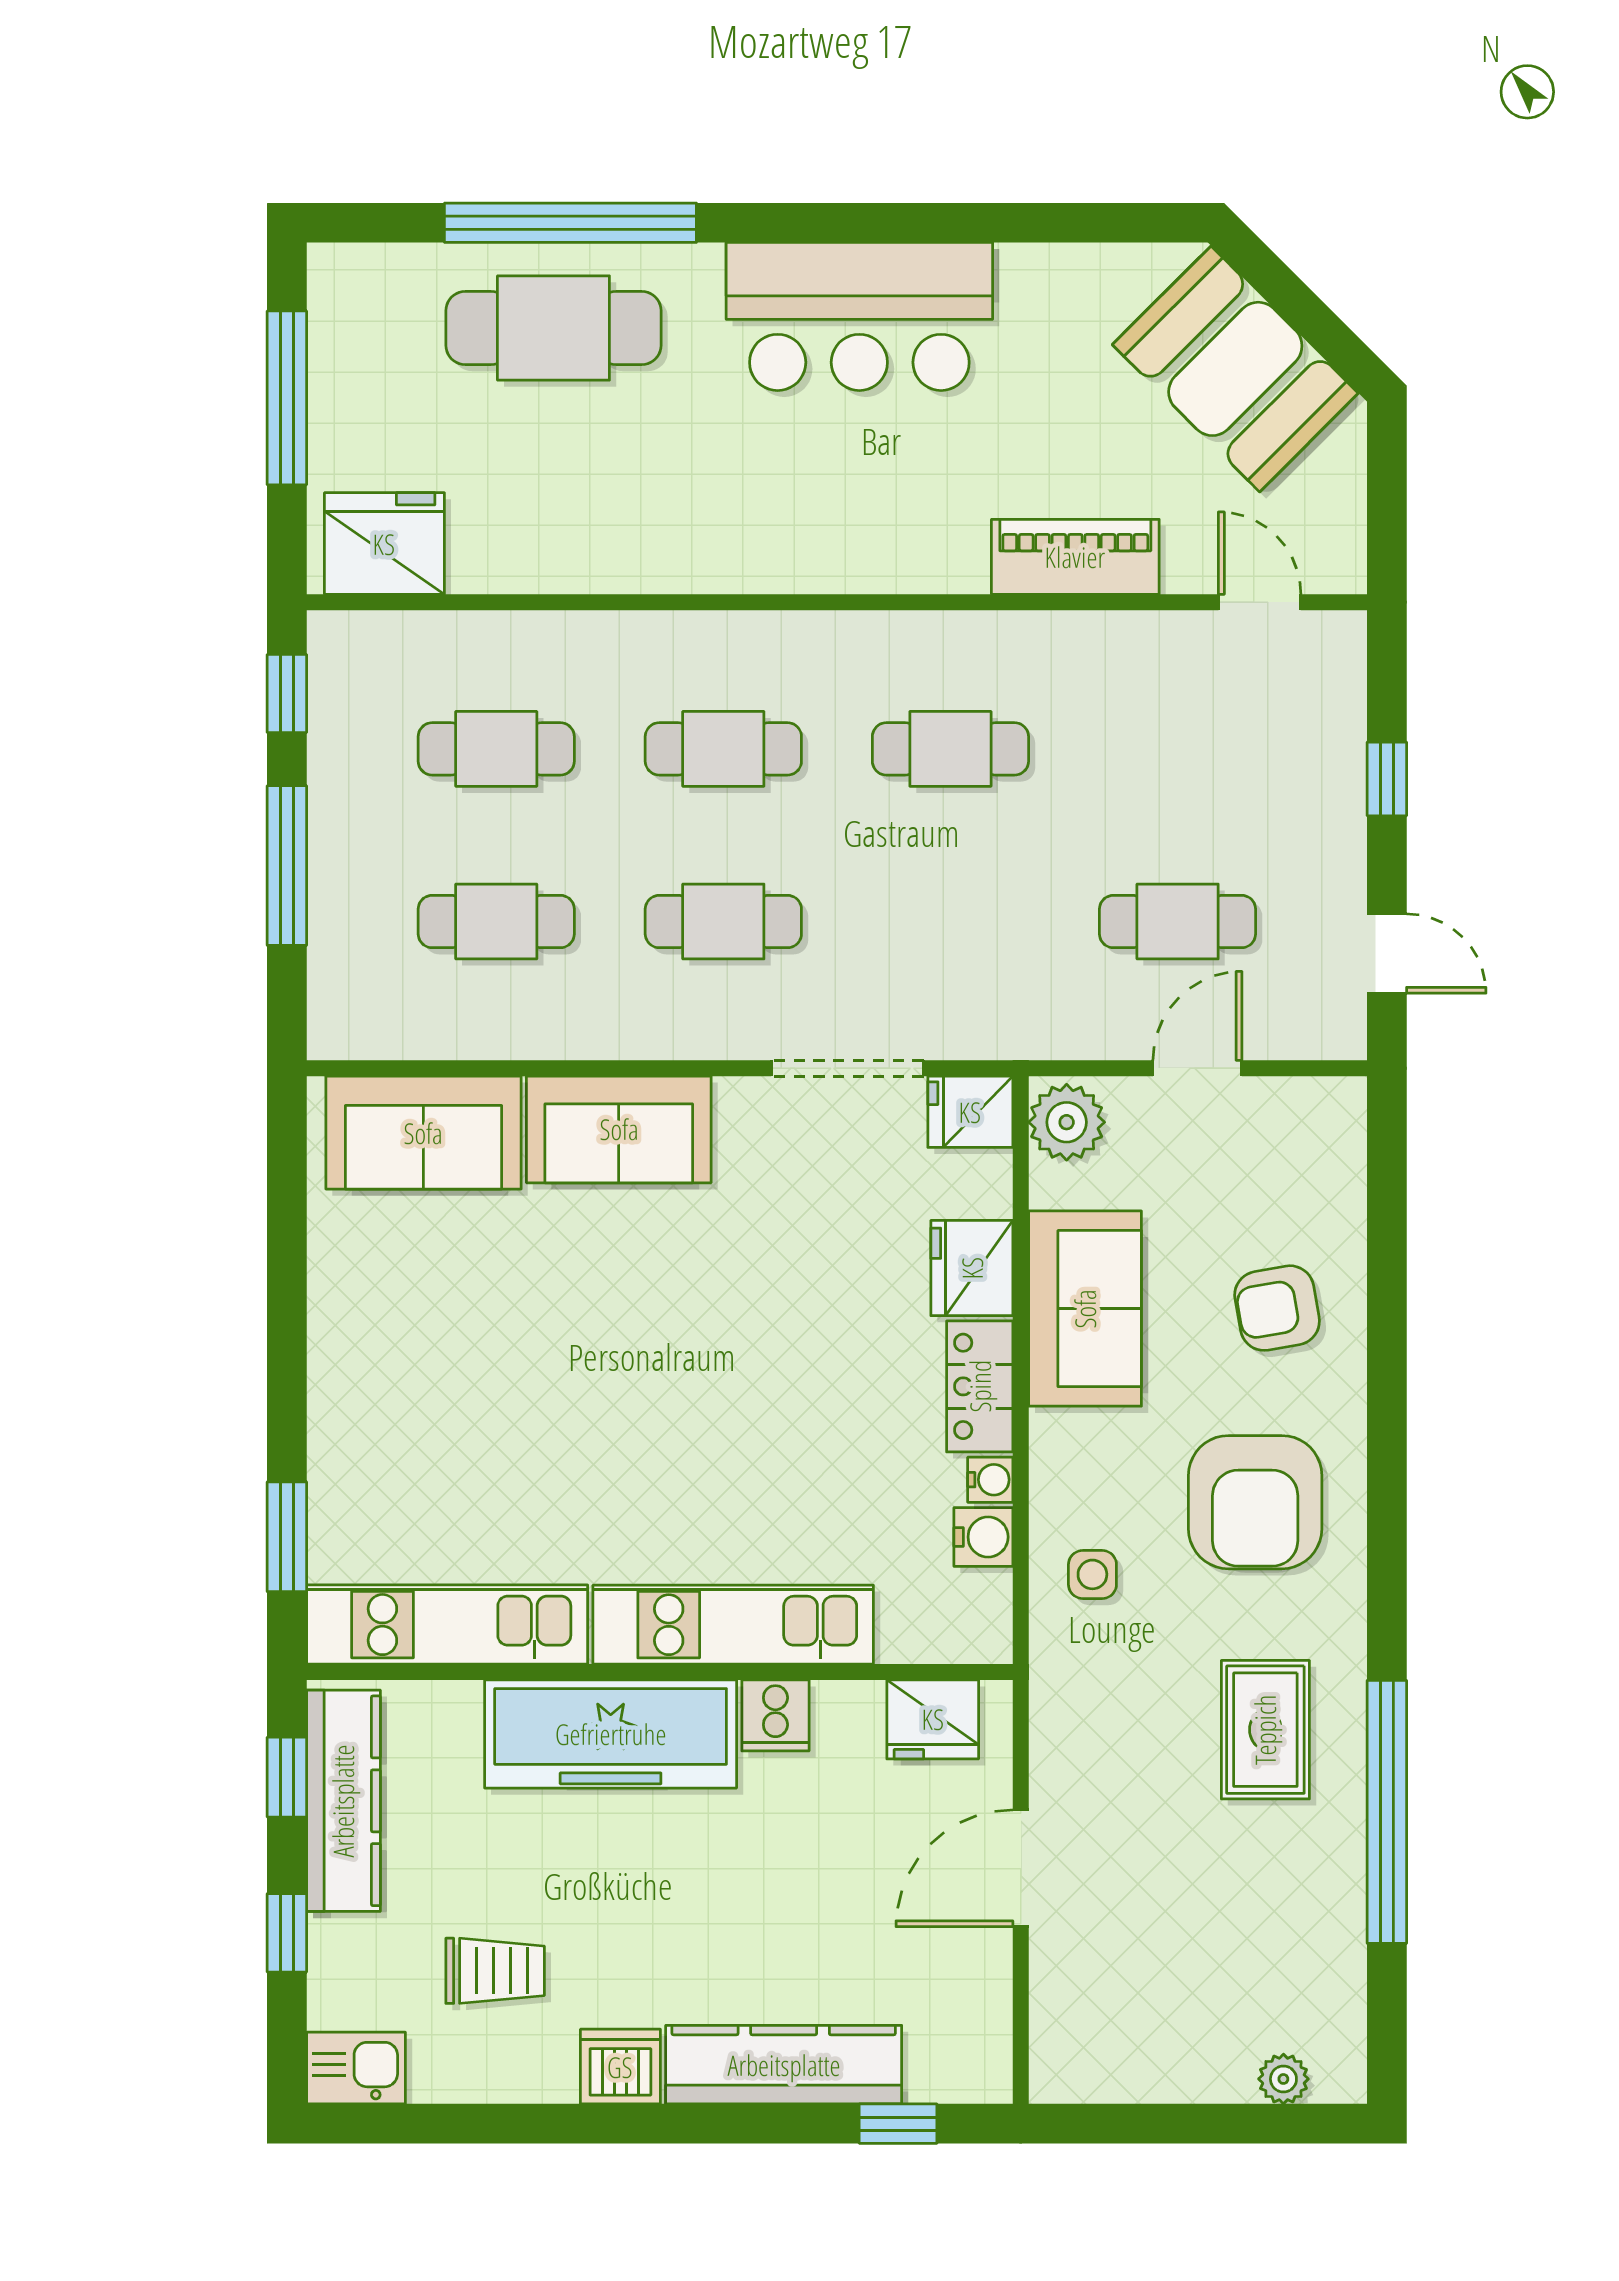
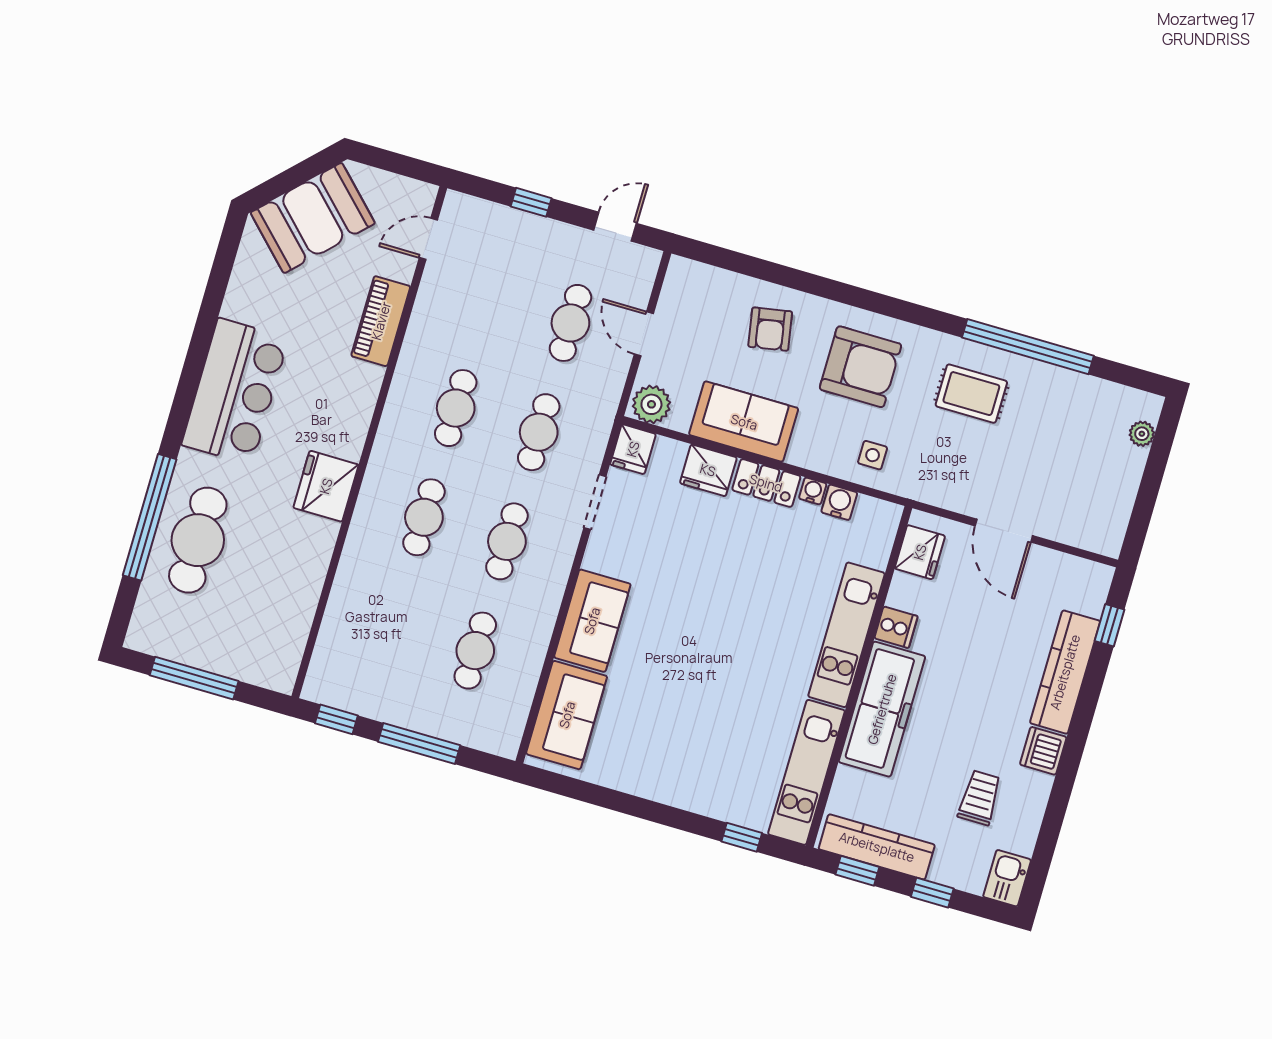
fridge: (384, 544) -> (326, 486), moved
cafe table: (496, 749) -> (539, 432), moved
doorway: (847, 1068) -> (595, 502), width x0.73
window: (287, 1537) -> (742, 837), width x0.67

